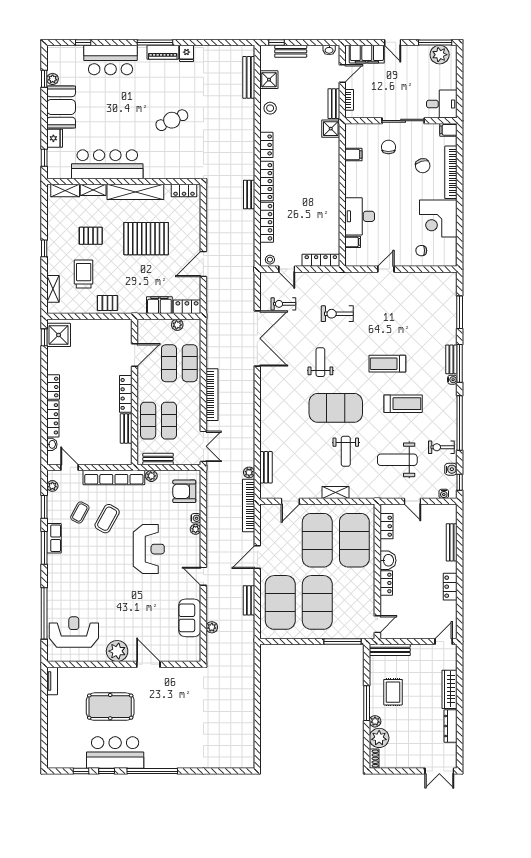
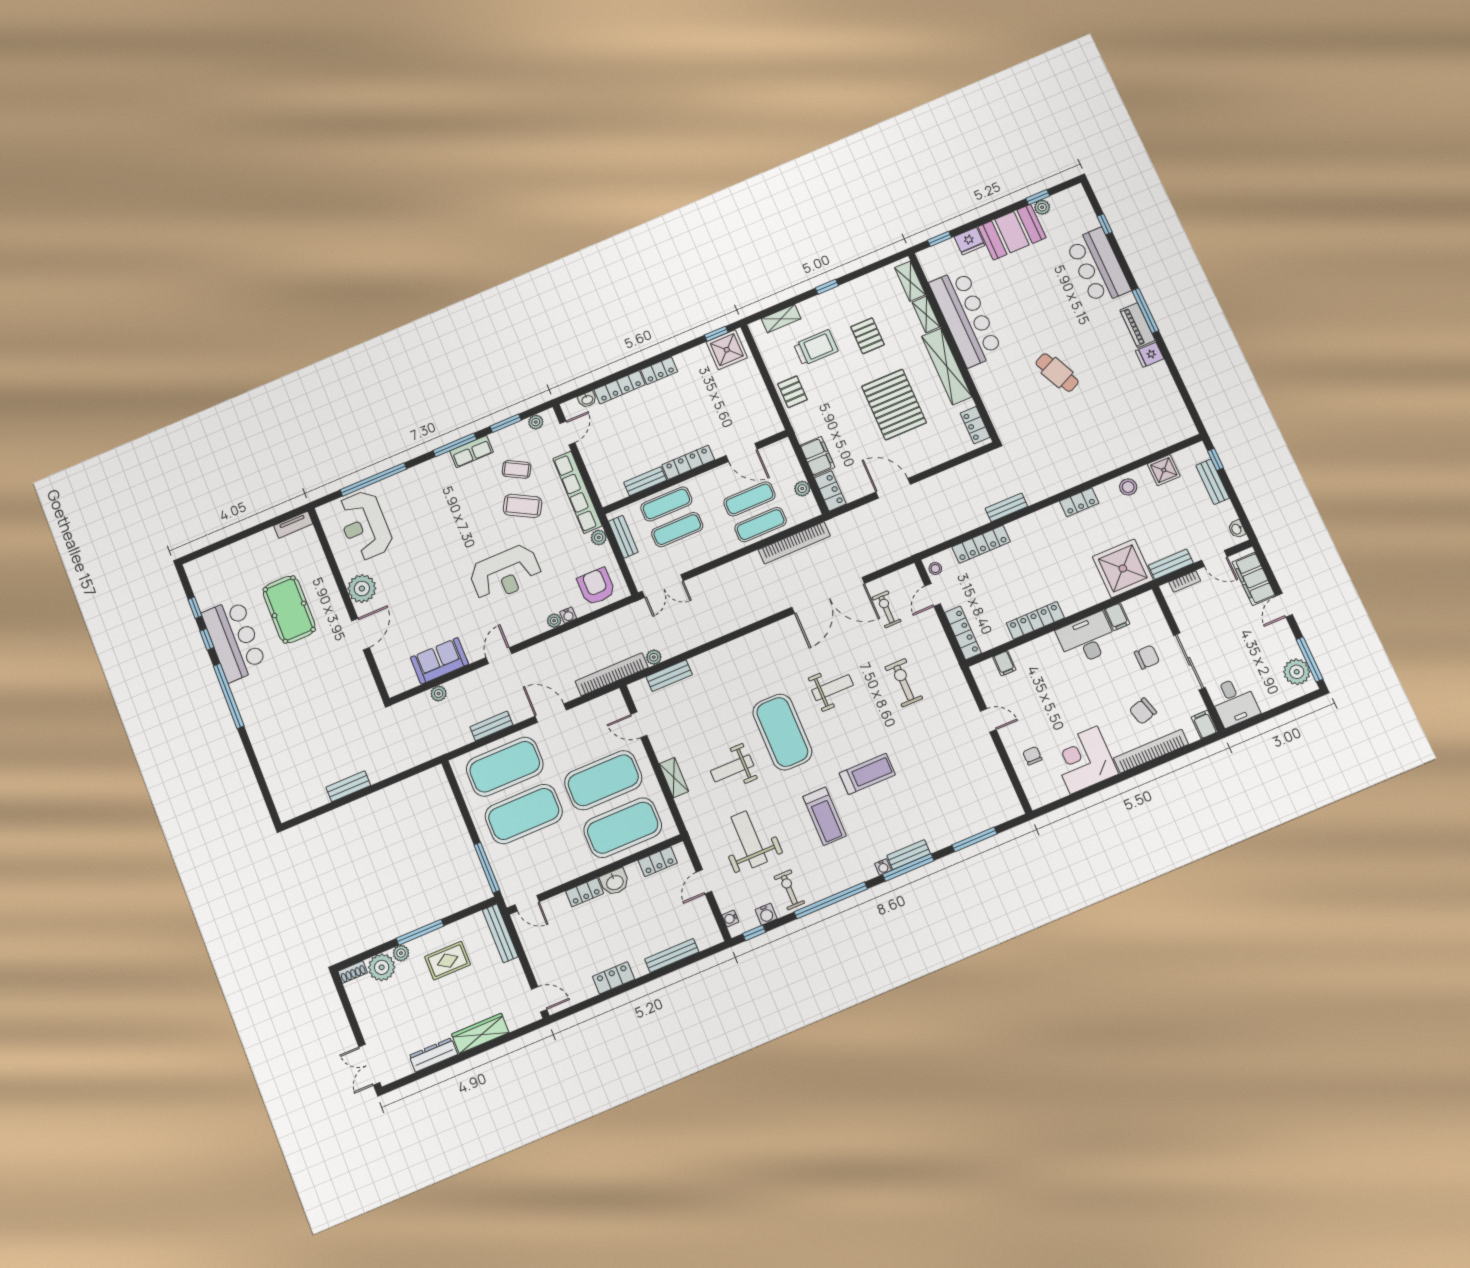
bench: (249, 77) -> (348, 786), moved, width x0.73
shower: (331, 129) -> (1123, 568), width x1.86, depth x1.86
locker: (267, 181) -> (1035, 620), moved, turned 180
desk: (360, 216) -> (1087, 639), moved
treadmill: (387, 364) -> (867, 774), turned 90
bookcase: (212, 395) -> (794, 543), moved
reception desk: (74, 632) -> (365, 525), turned 180

